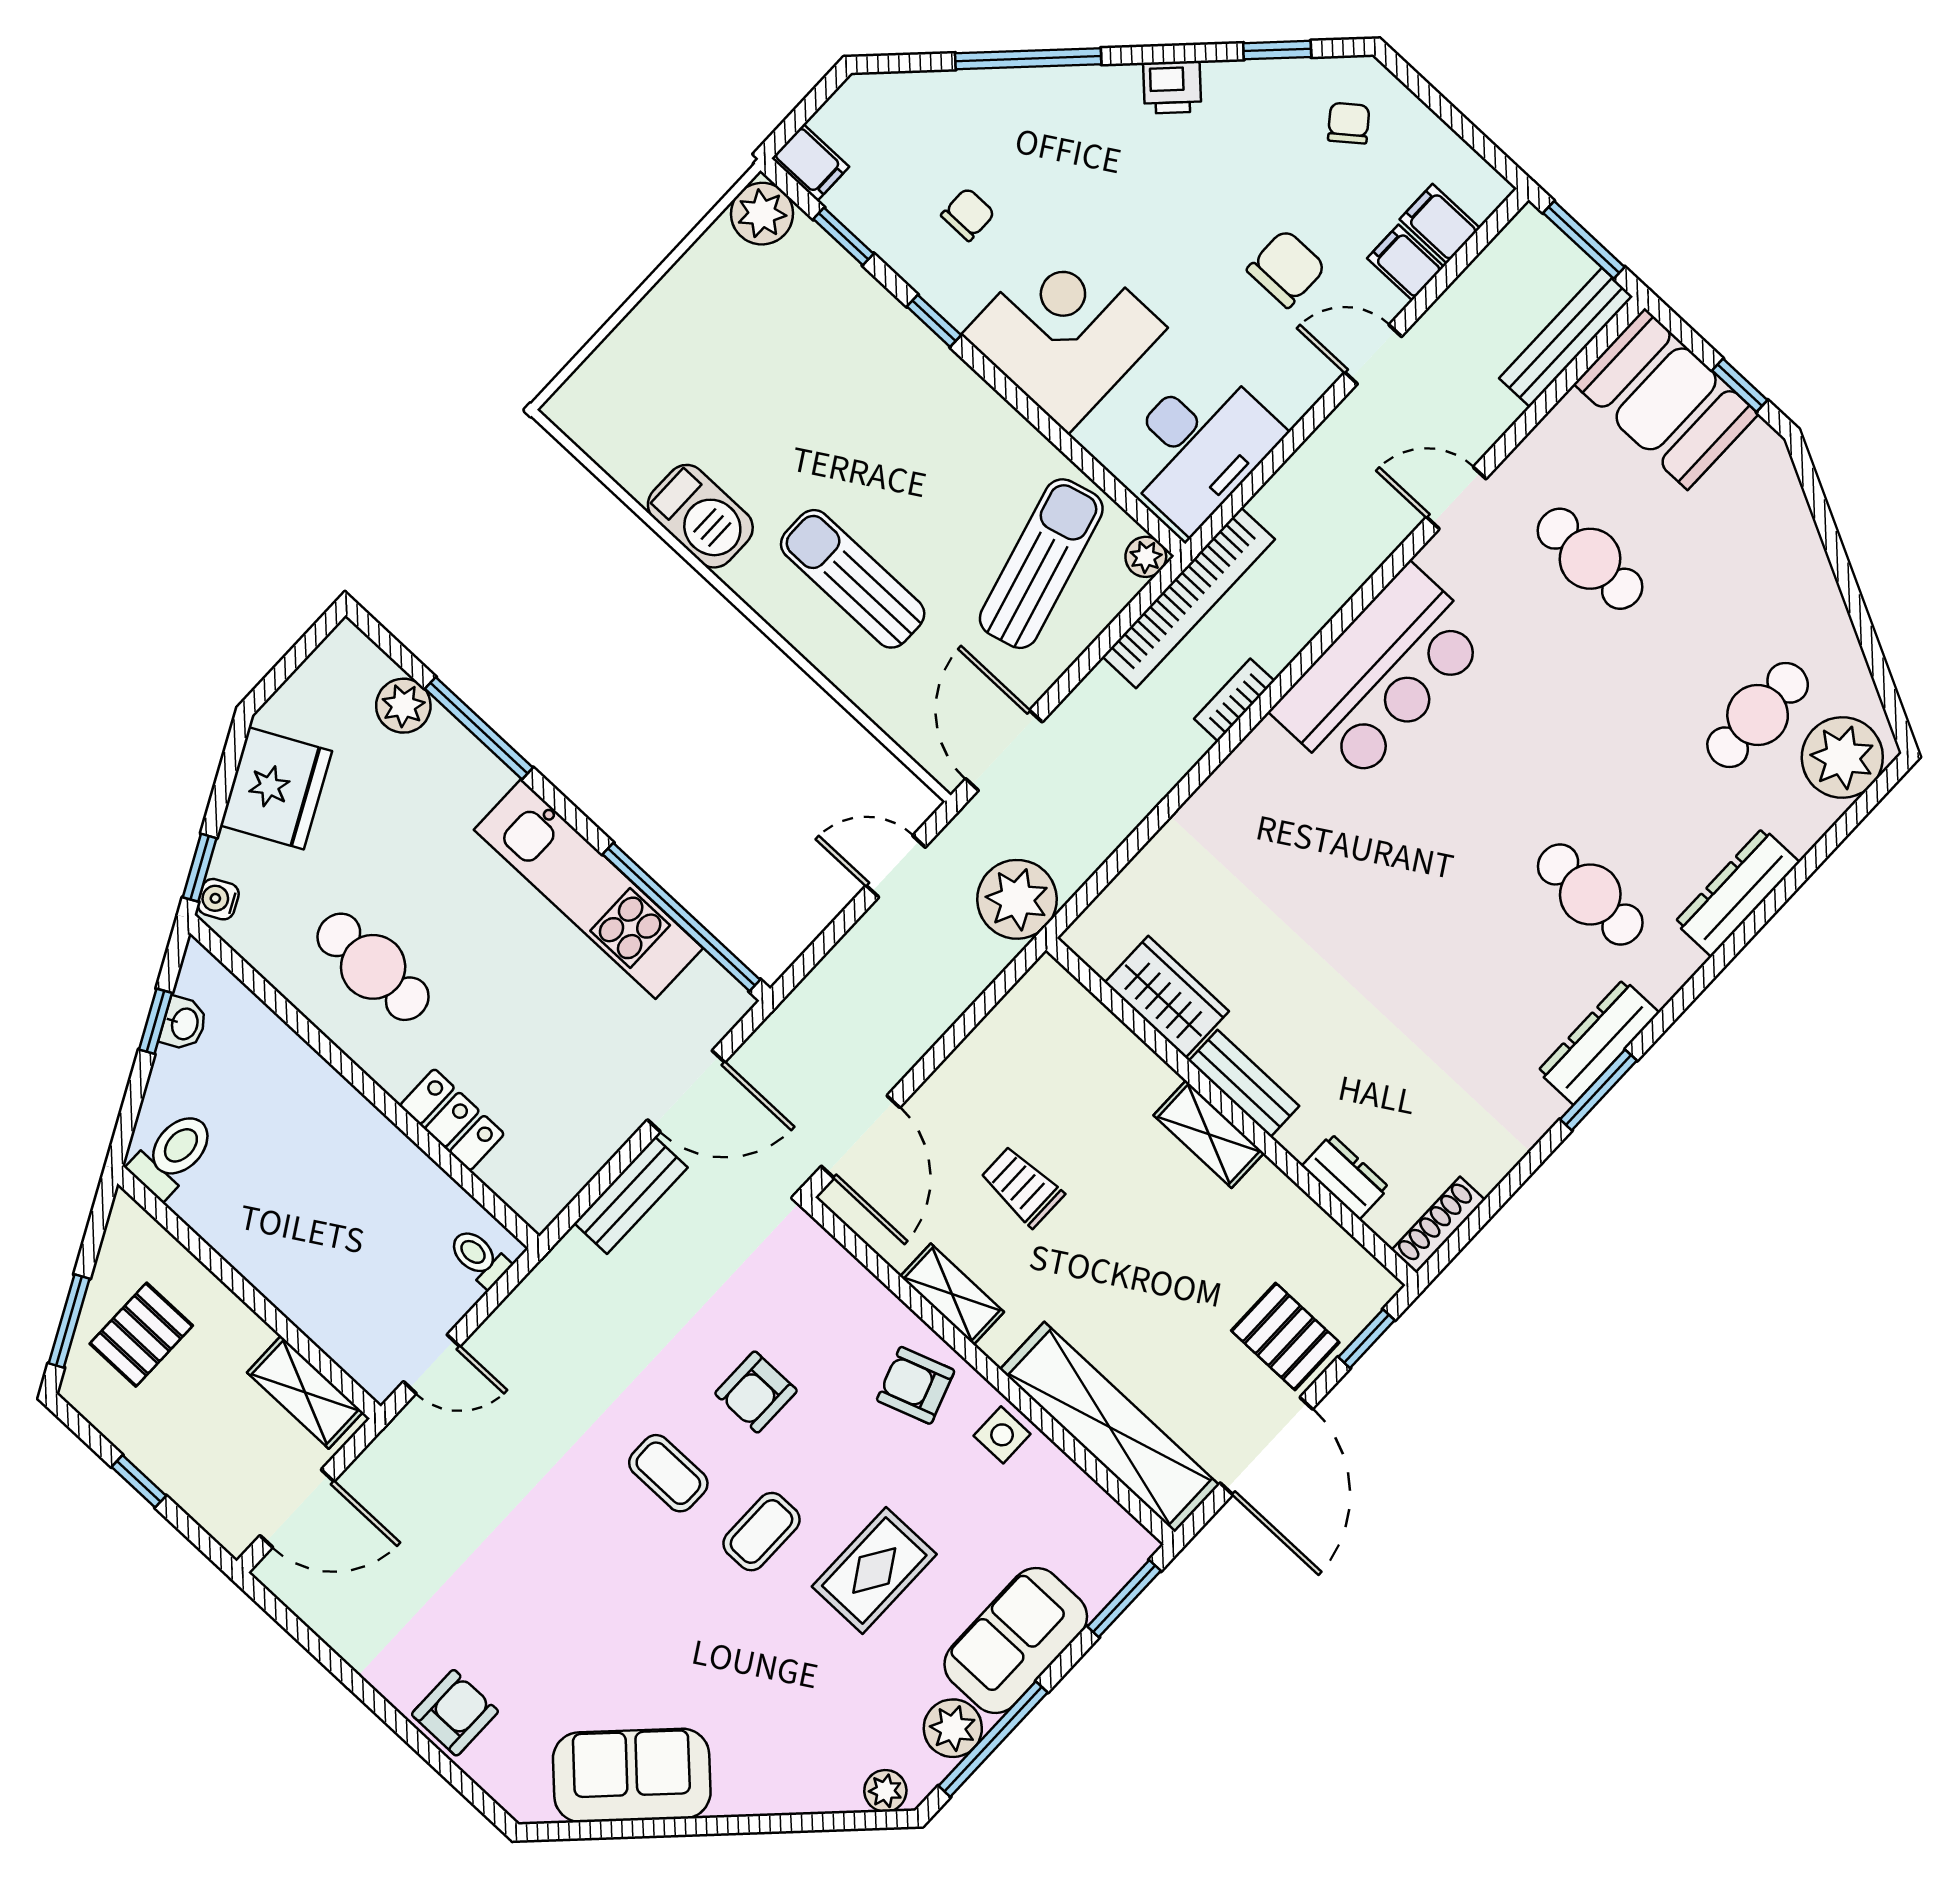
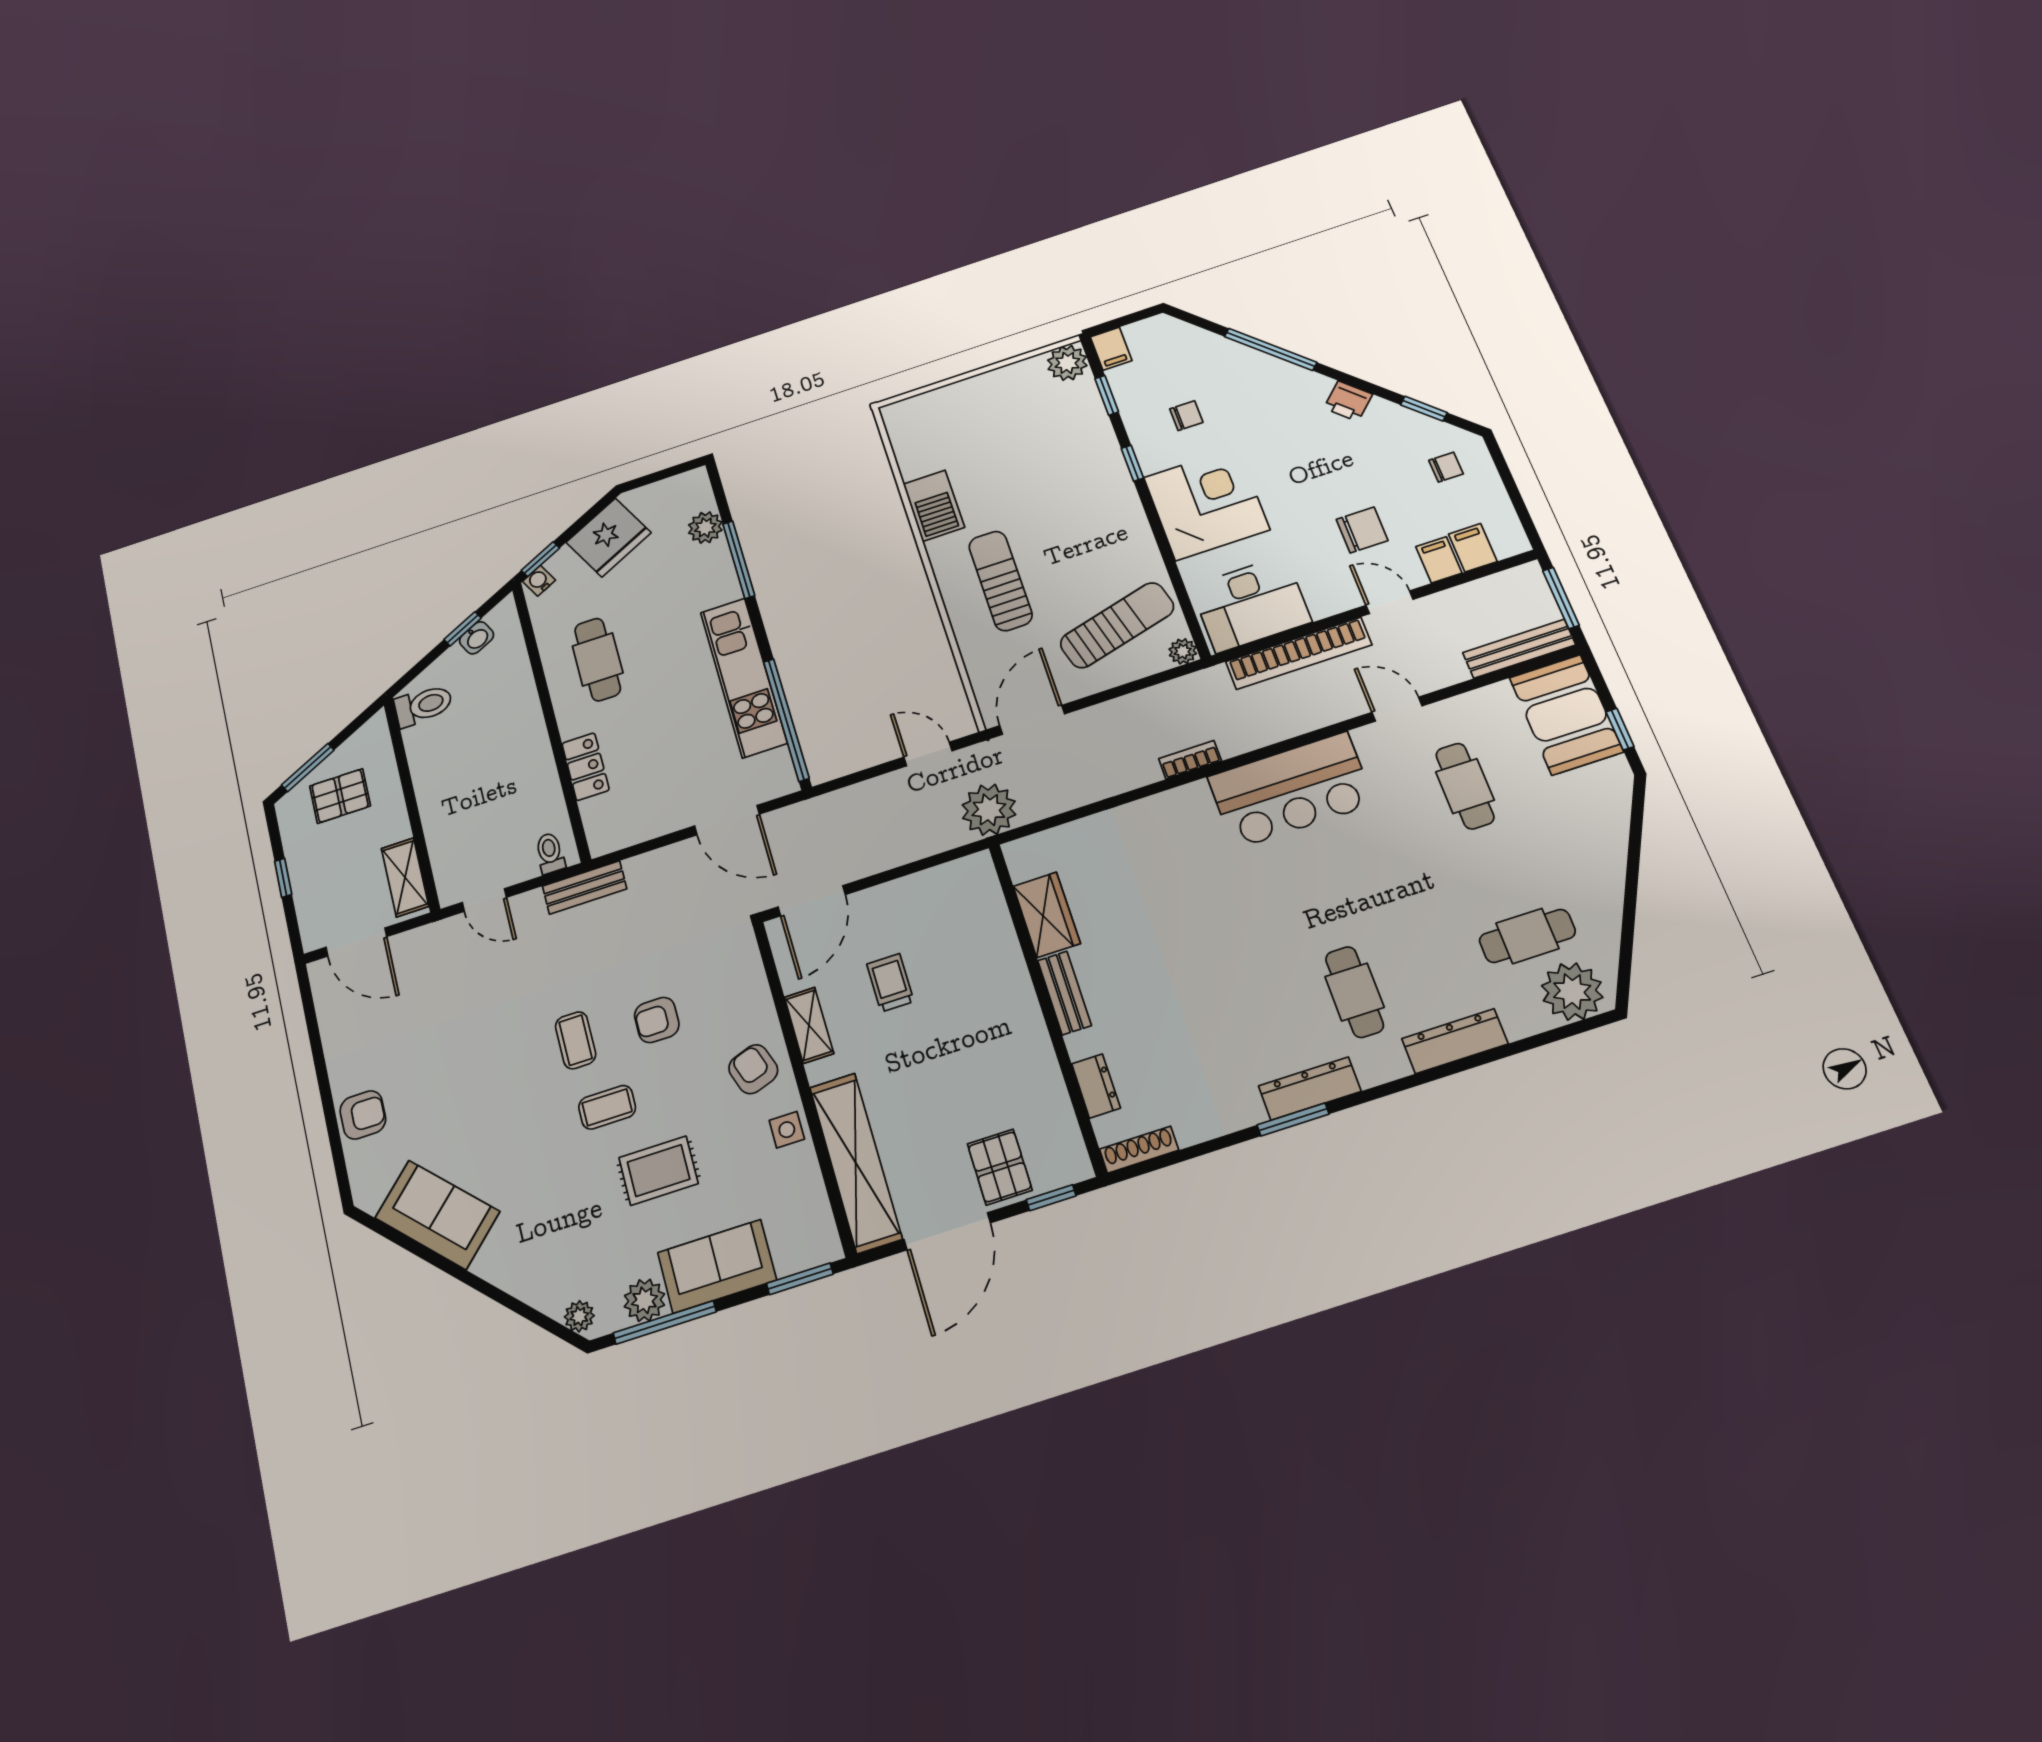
chair: (1349, 123) -> (1446, 467), turned 38
bookcase: (1189, 598) -> (1299, 653), moved
shelving: (1209, 1134) -> (1024, 1013), removed
bench: (631, 1195) -> (585, 887), moved

